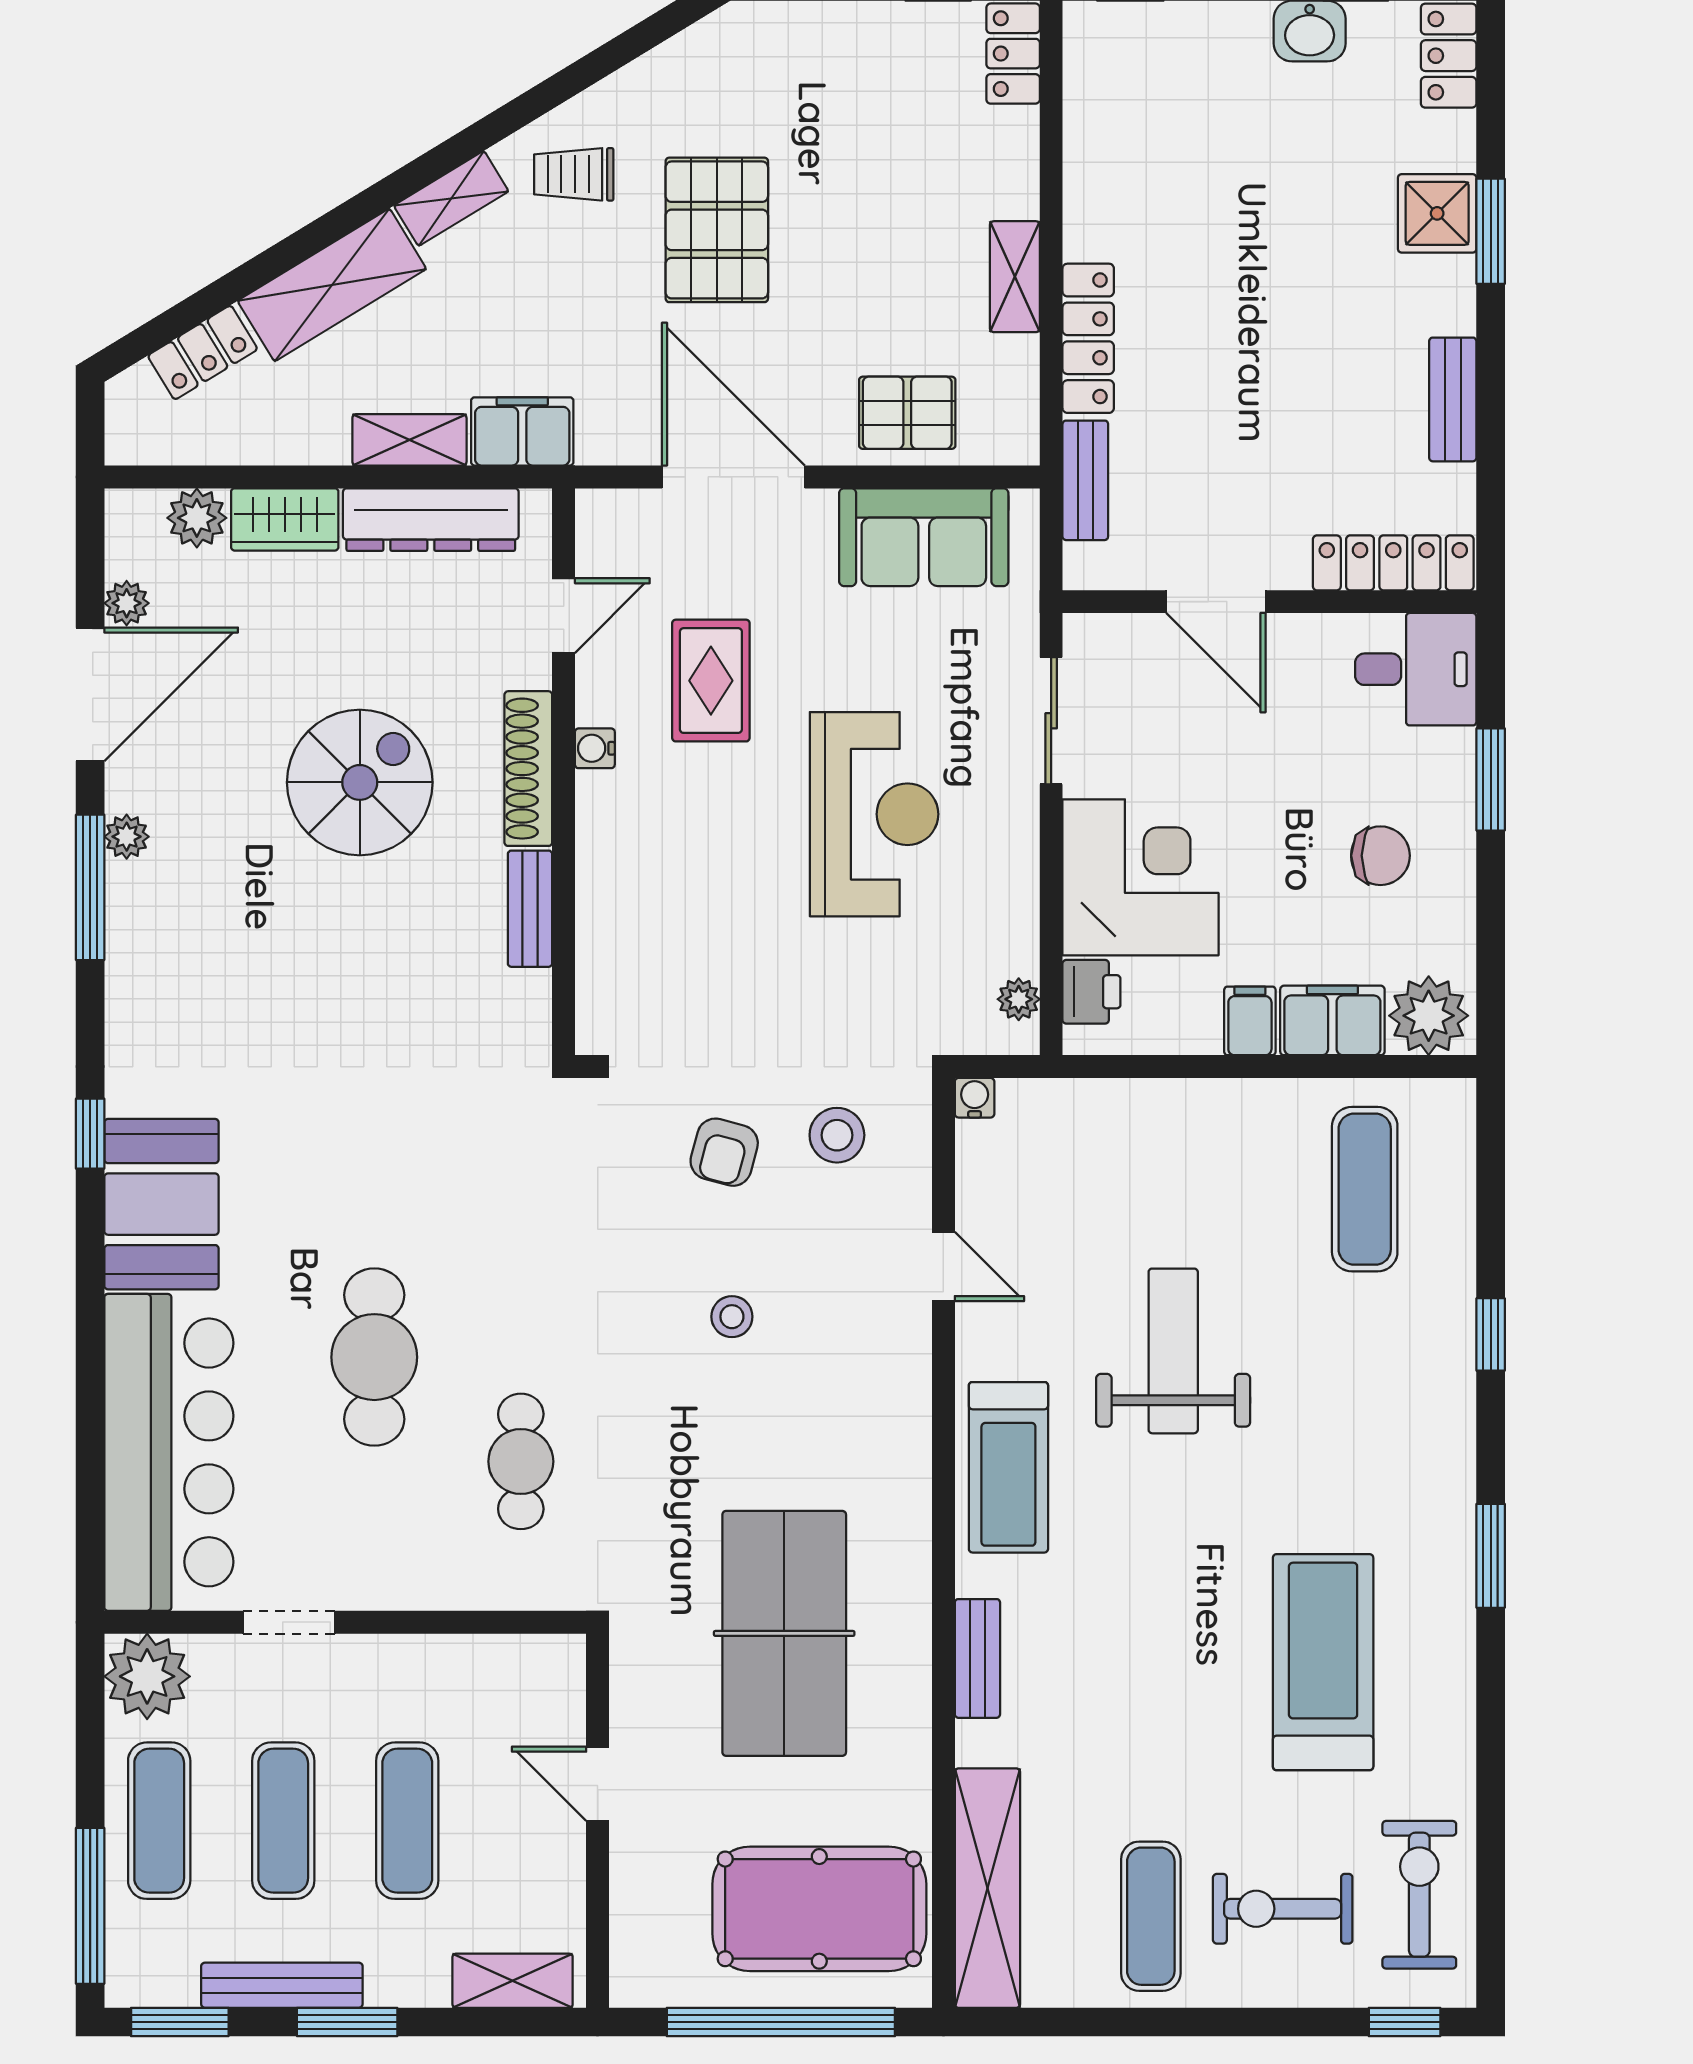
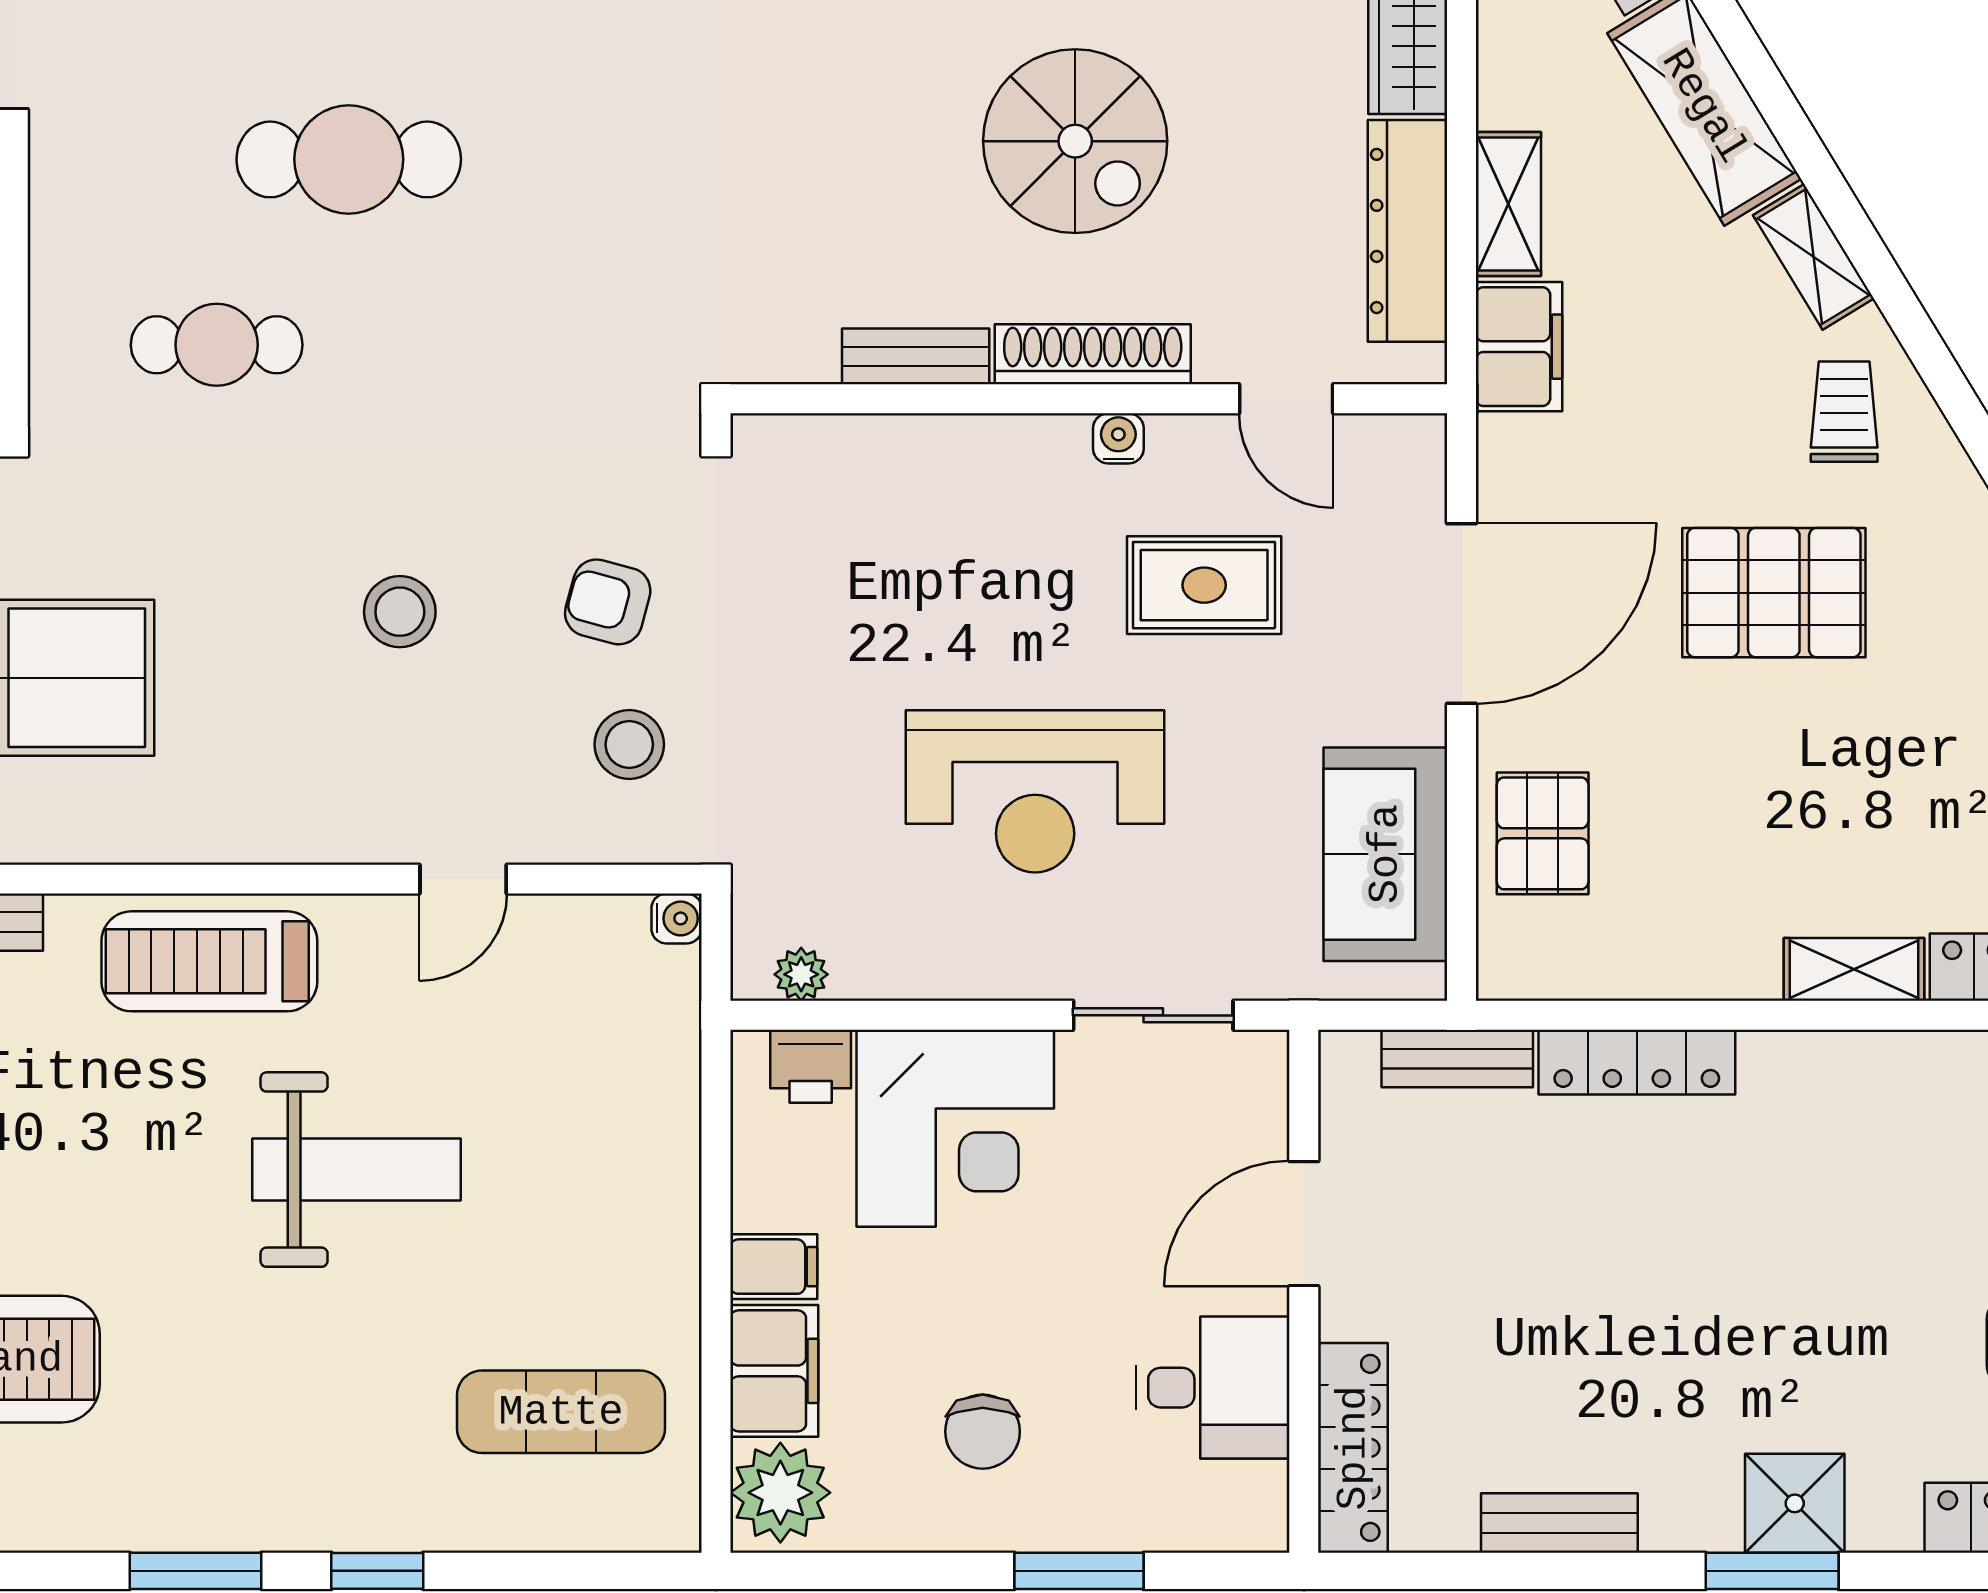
shelving: (1015, 277) -> (1854, 969), moved
desk: (1416, 669) -> (1213, 1388), moved, turned -90
stool: (732, 1317) -> (400, 612), width x1.37, depth x1.37
window: (1491, 1556) -> (195, 1571), moved

